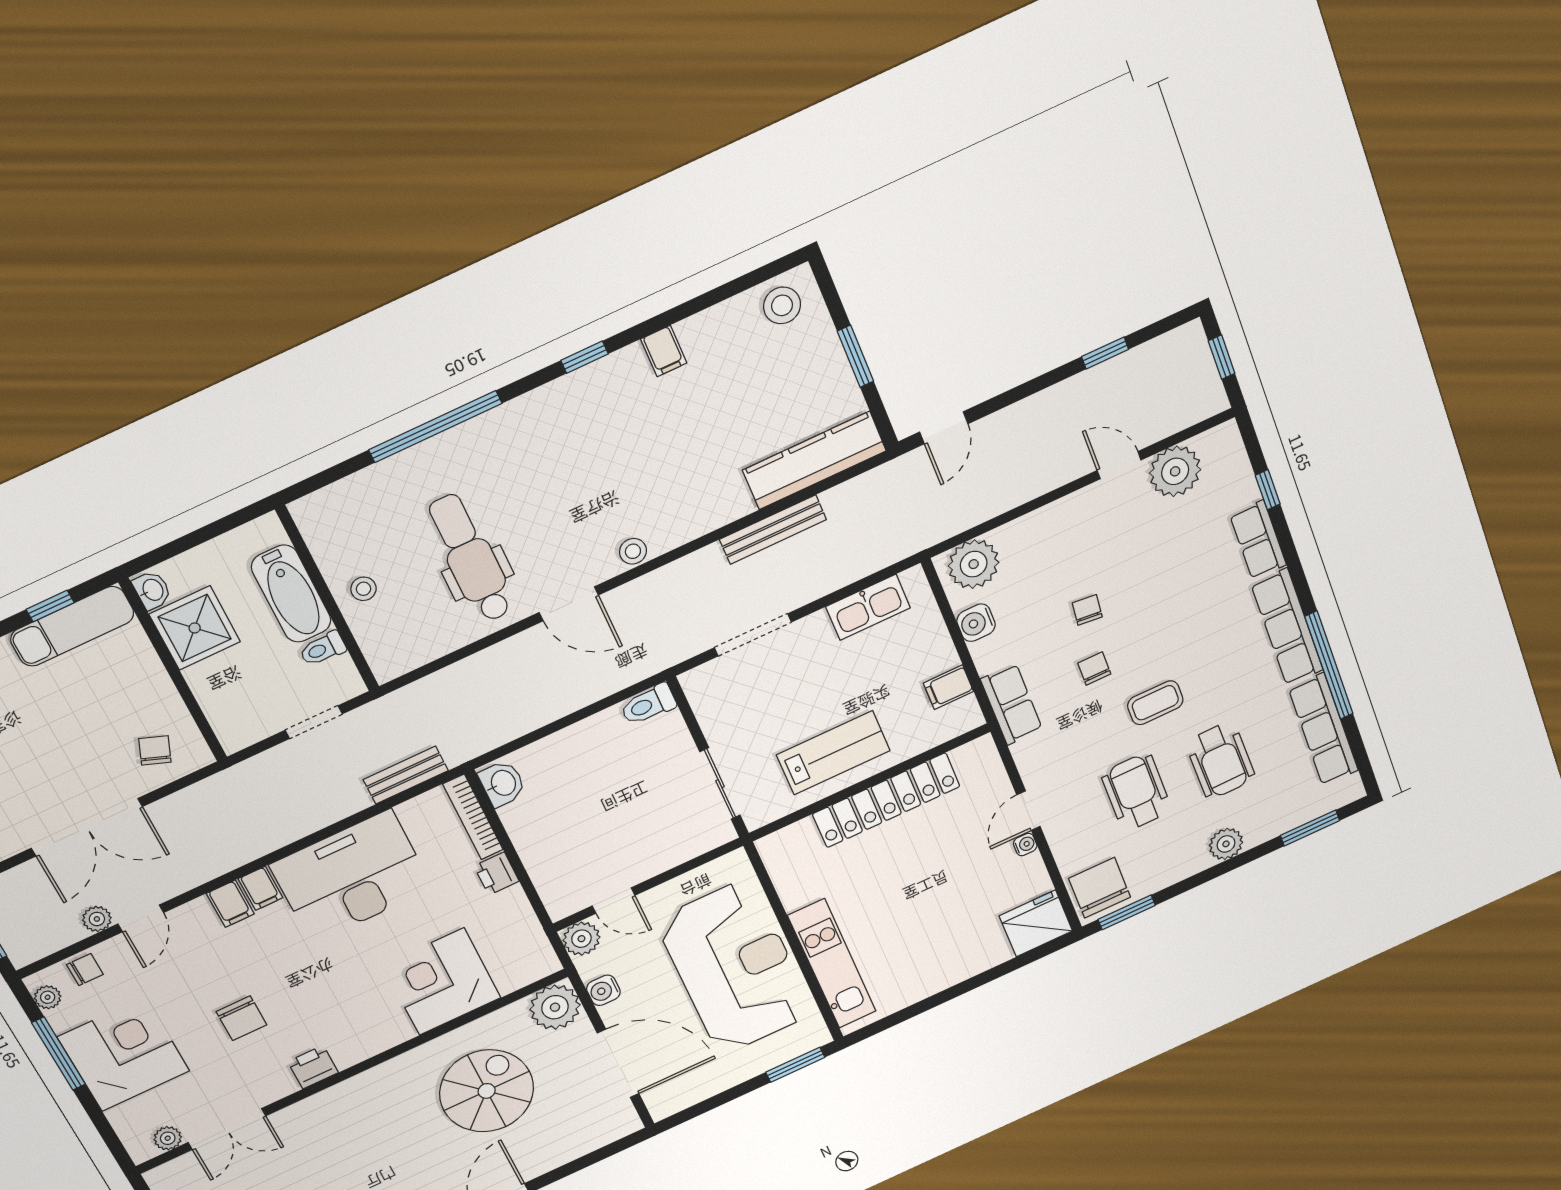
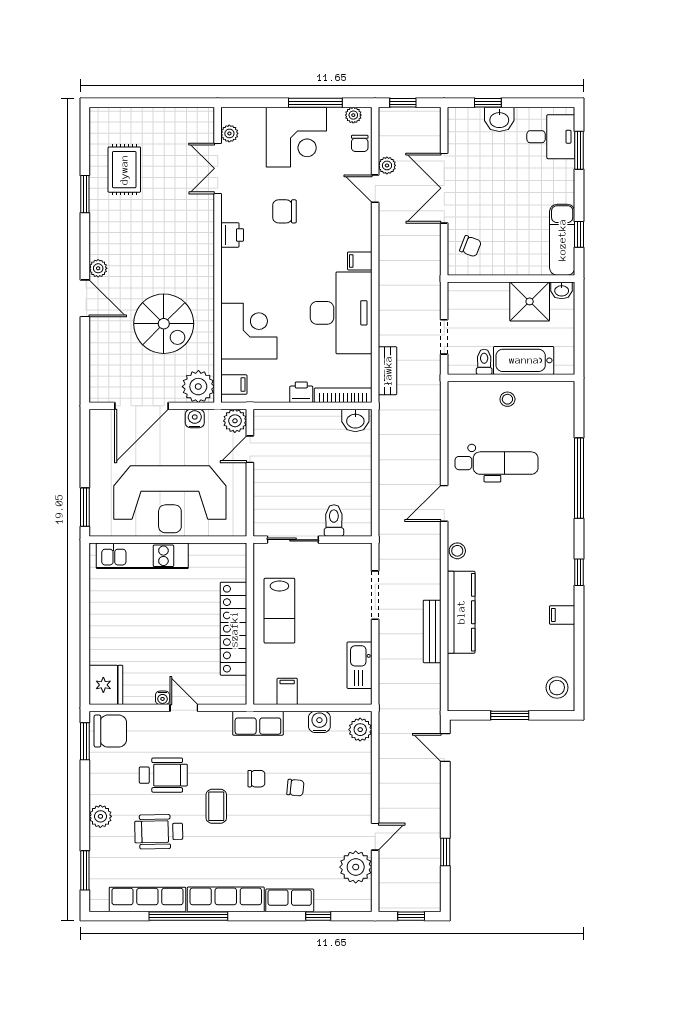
kitchen counter: (814, 460) -> (461, 612), moved
plant: (974, 564) -> (360, 730), width x0.73, depth x0.73
toilet: (648, 705) -> (334, 520), moved
filing cabinet: (230, 904) -> (234, 385), moved, turned 180

